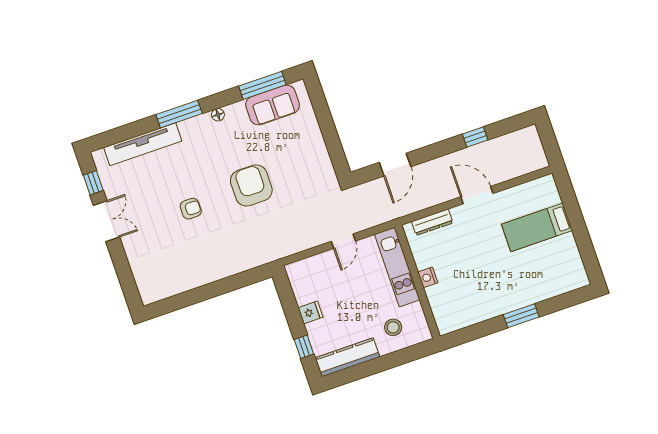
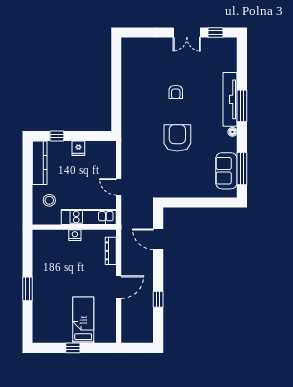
tv unit: (143, 144) -> (230, 99), moved
armchair: (251, 185) -> (177, 138), turned -90
window: (579, 228) -> (73, 348), added

